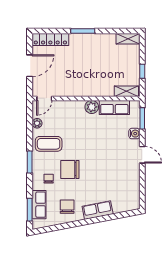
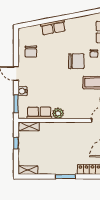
chair: (67, 207) -> (31, 52), moved

